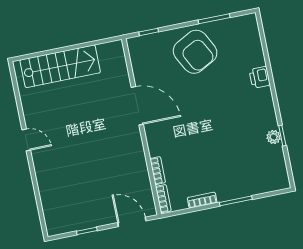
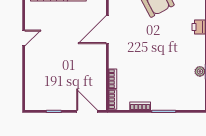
door: (137, 106) -> (107, 30), swing flipped
door: (26, 140) -> (24, 38), hinge flipped

